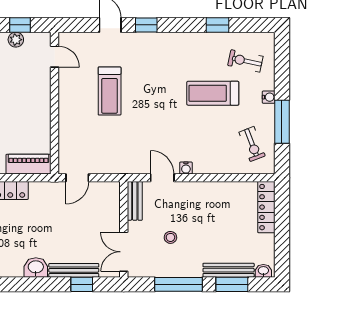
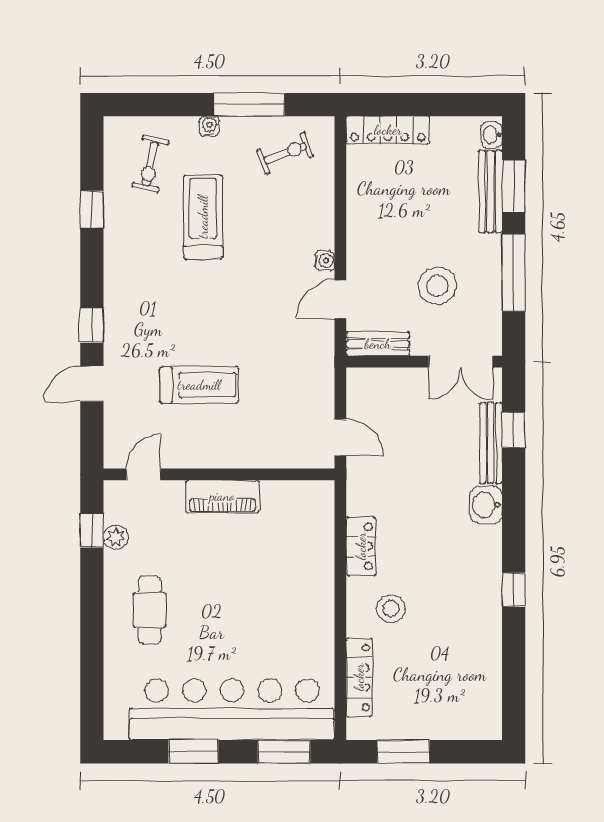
treadmill: (213, 93) -> (203, 217), turned 180
piano: (28, 164) -> (222, 496), moved, turned -90
stool: (170, 237) -> (437, 286), width x1.89, depth x1.89

